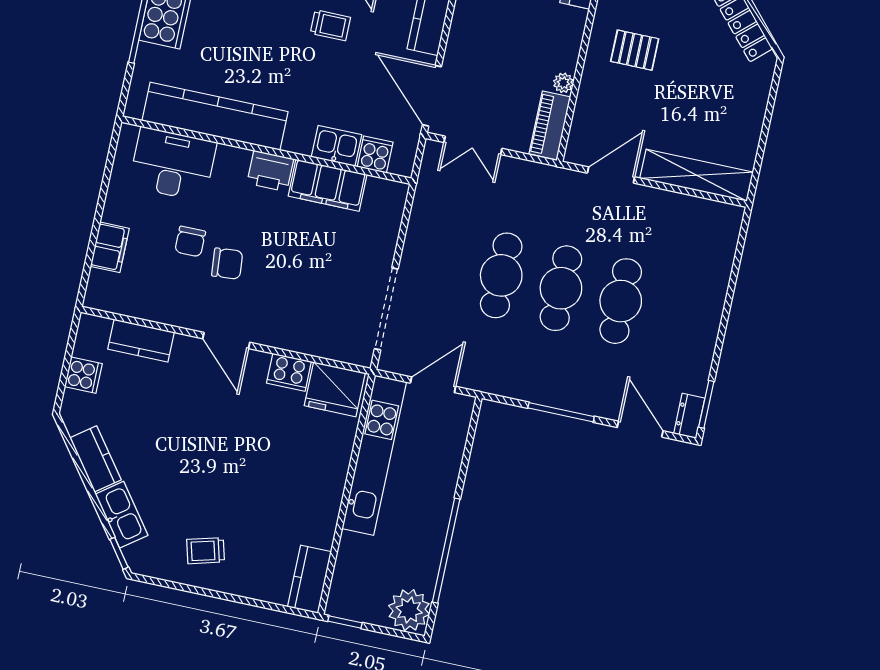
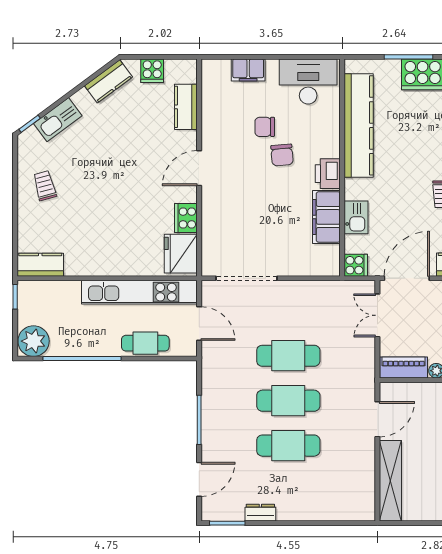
cooker: (375, 154) -> (356, 265), moved
desk: (173, 164) -> (308, 81), moved, turned -90
door: (611, 175) -> (377, 419), hinge flipped
chair: (227, 264) -> (282, 155), moved
dresser: (689, 416) -> (260, 513), moved
kitchen counter: (95, 459) -> (109, 81), moved
cafe table: (444, 462) -> (145, 343), added

